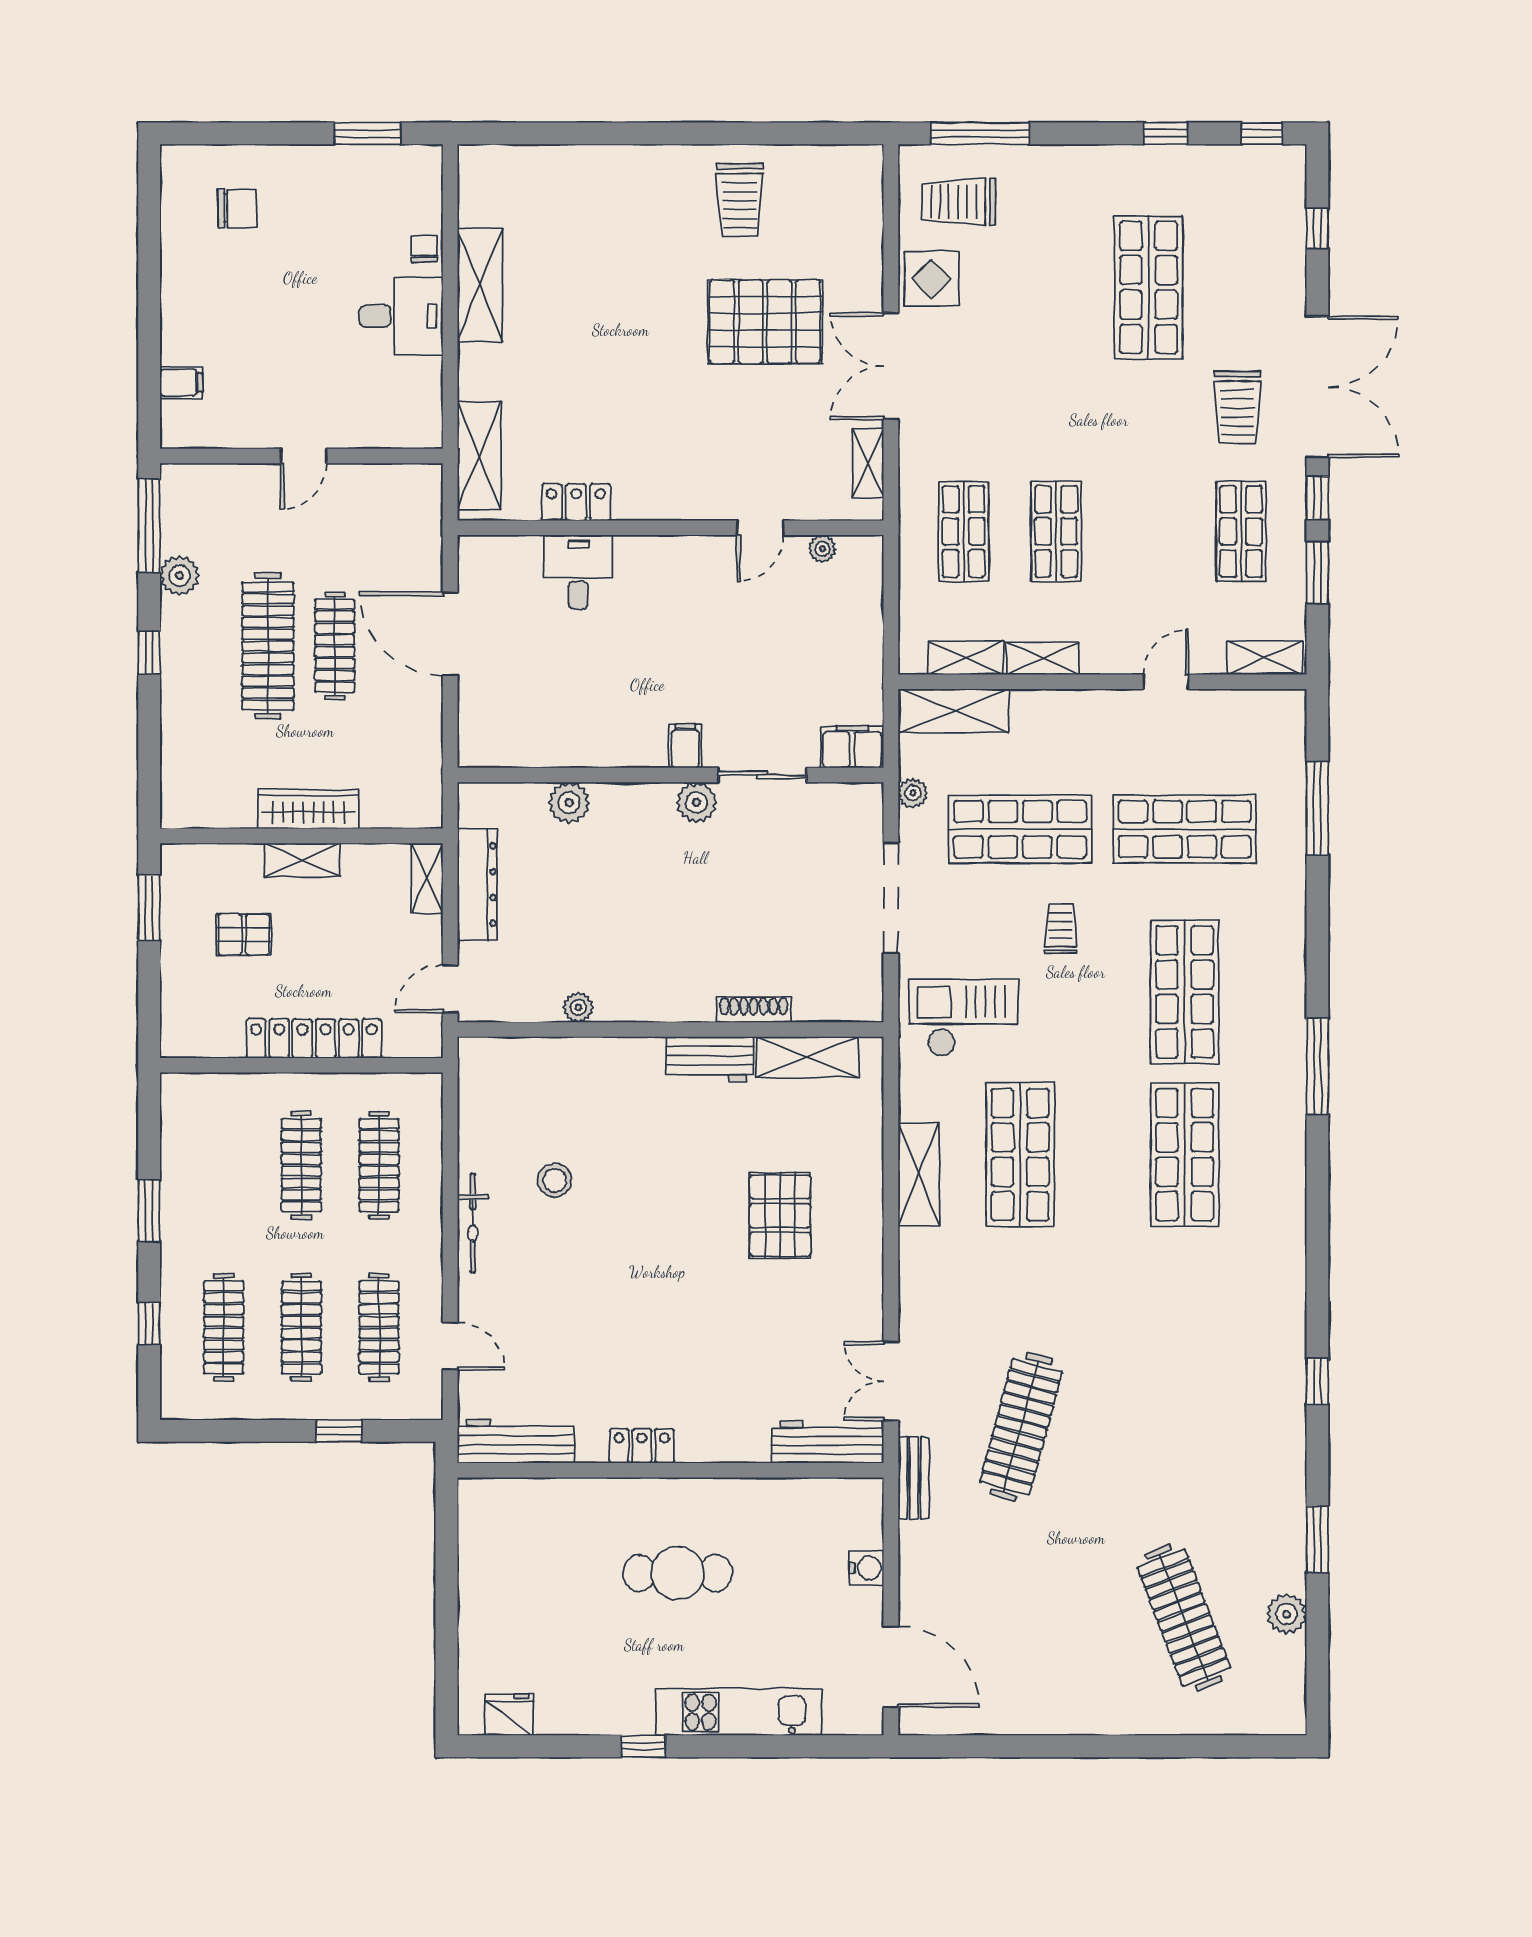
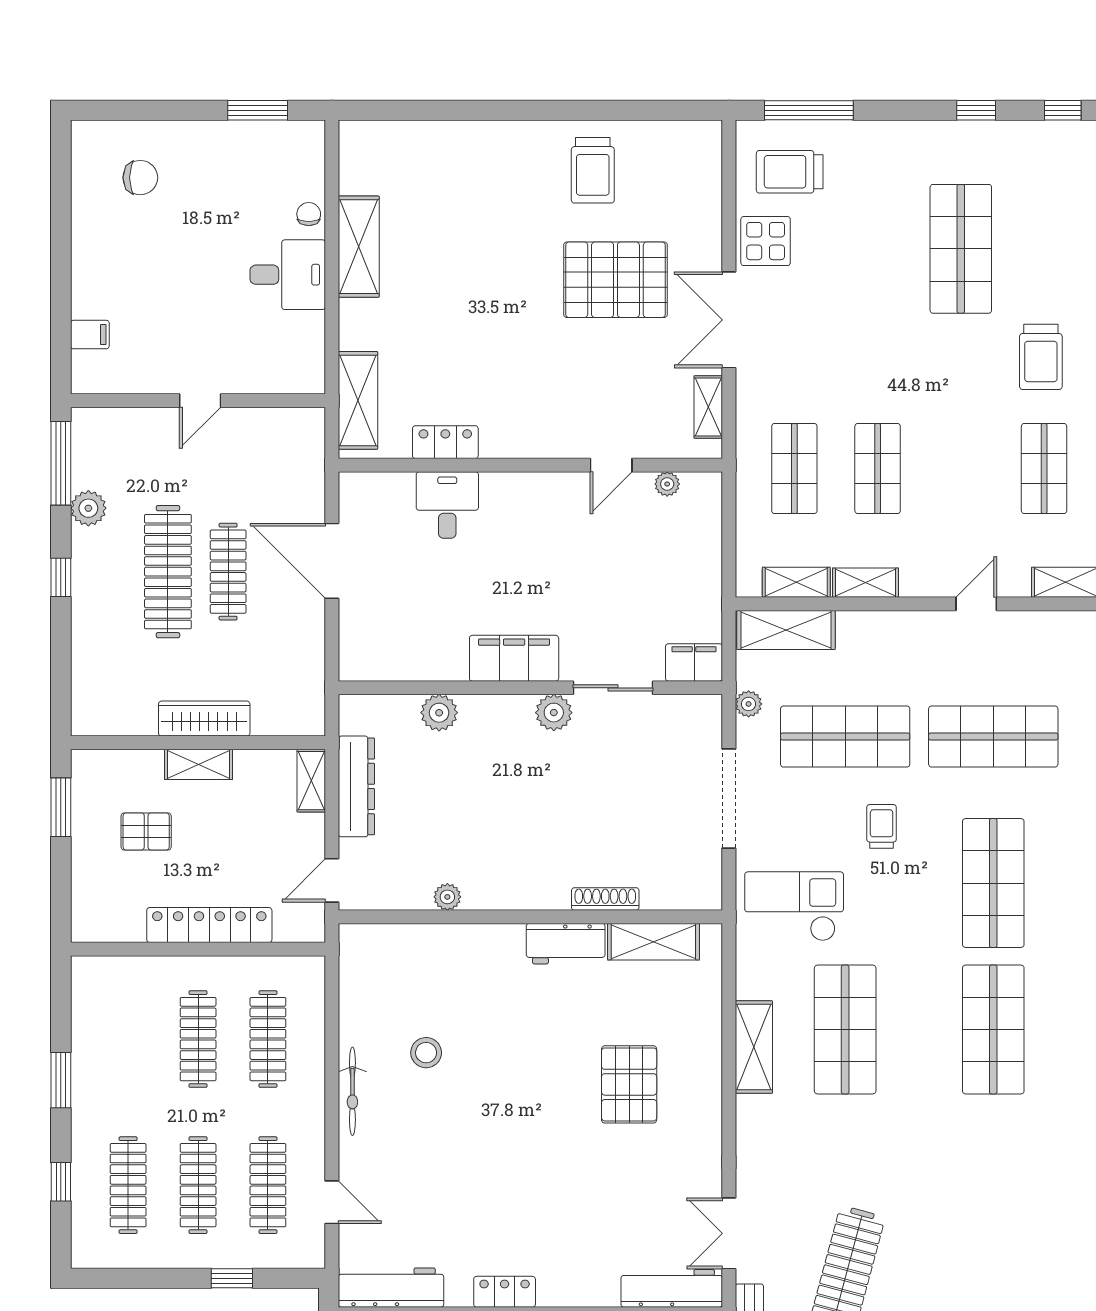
filing cabinet: (685, 746) -> (514, 658), width x3.00, depth x1.17

